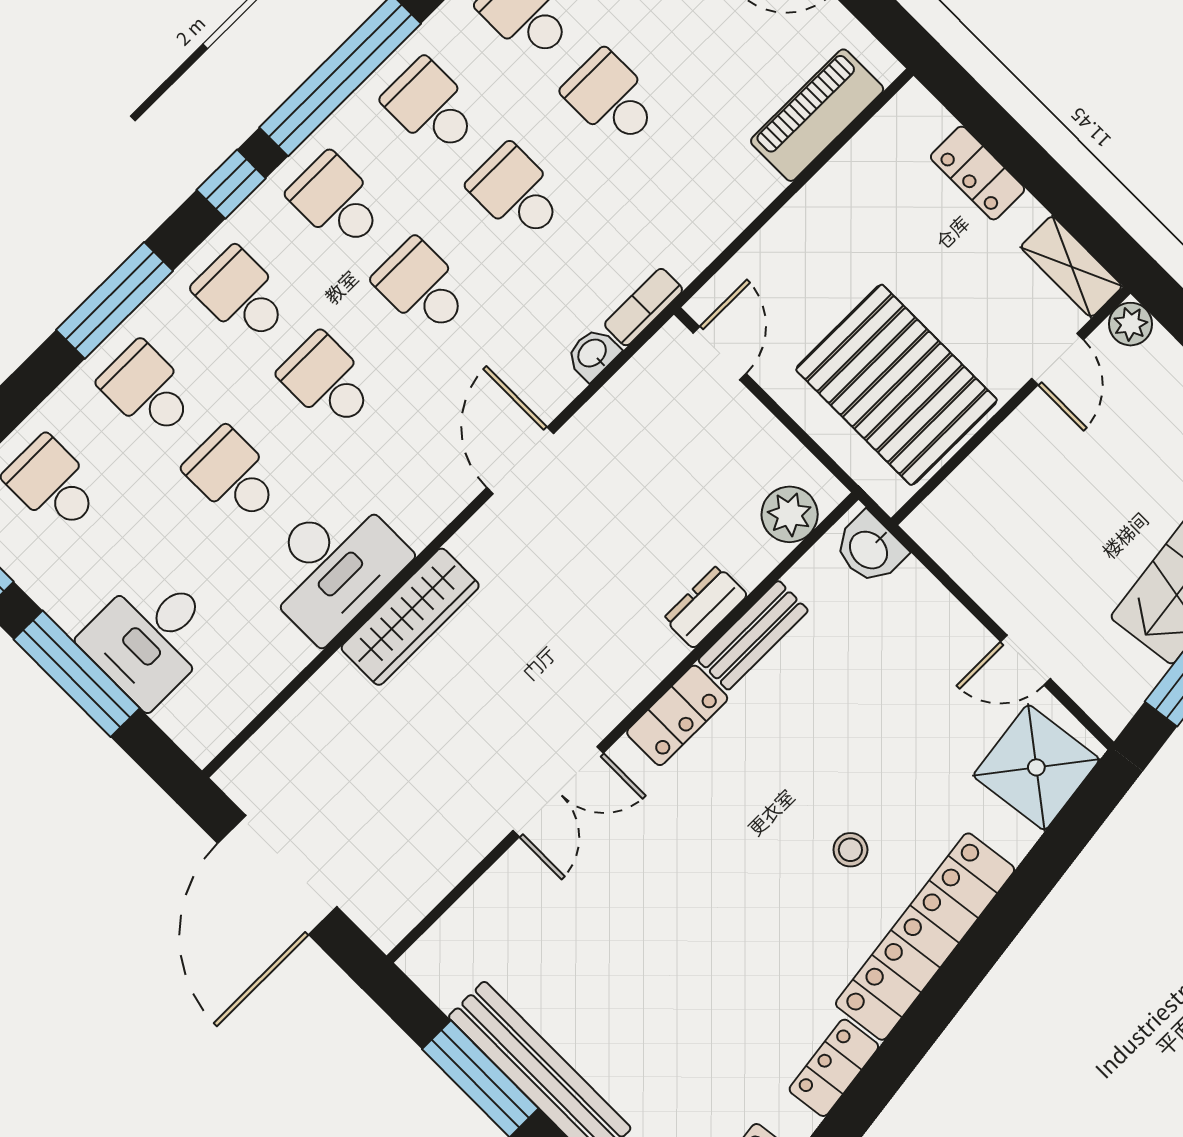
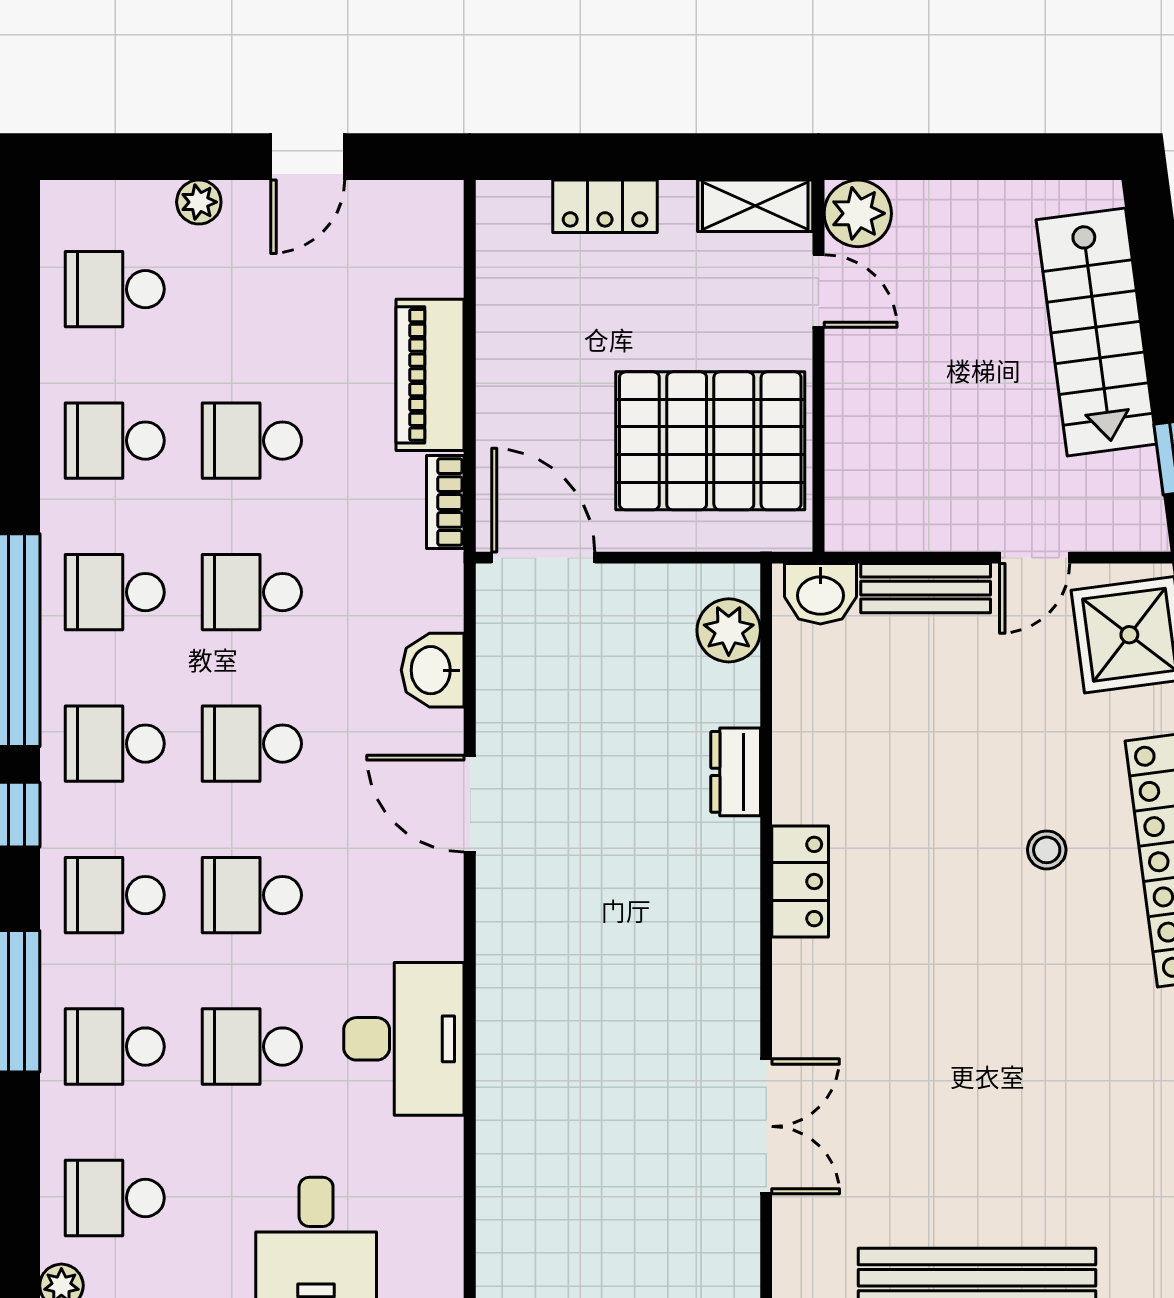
piano: (817, 115) -> (430, 375), moved
bookcase: (644, 307) -> (445, 502), moved
plant: (1130, 324) -> (858, 213), width x1.38, depth x1.38
door: (720, 353) -> (543, 558), width x1.38
washbasin: (593, 354) -> (433, 670), width x1.38, depth x1.45
wardrobe: (410, 617) -> (507, 1017), removed
bench: (753, 635) -> (926, 588), moved, turned 90
double door: (558, 792) -> (766, 1126), moved

